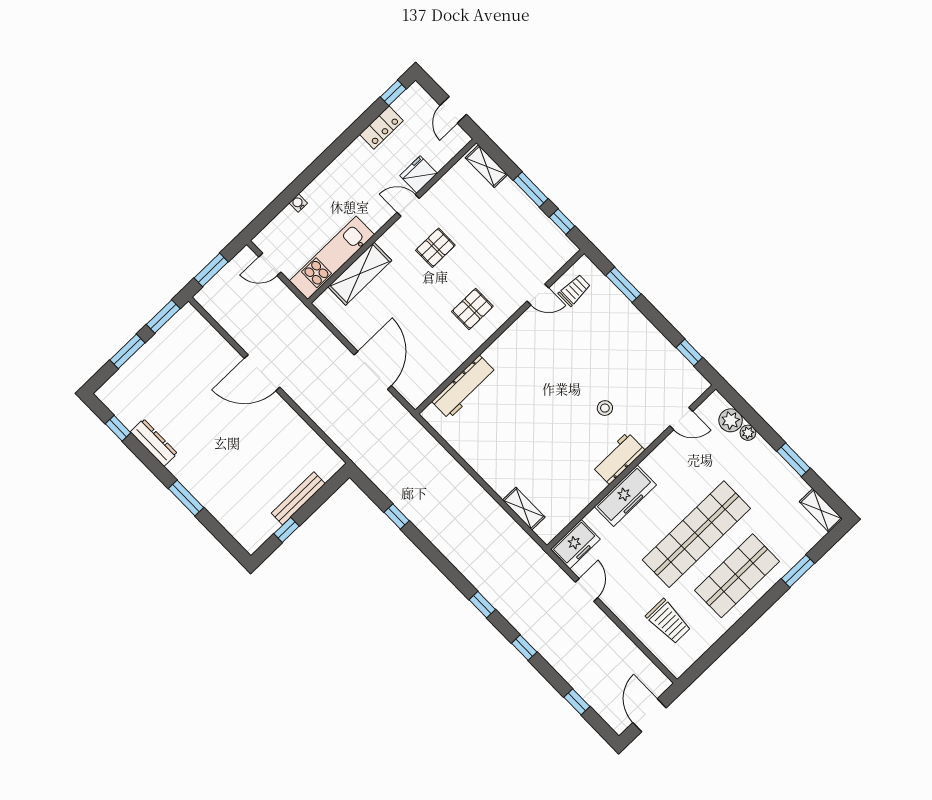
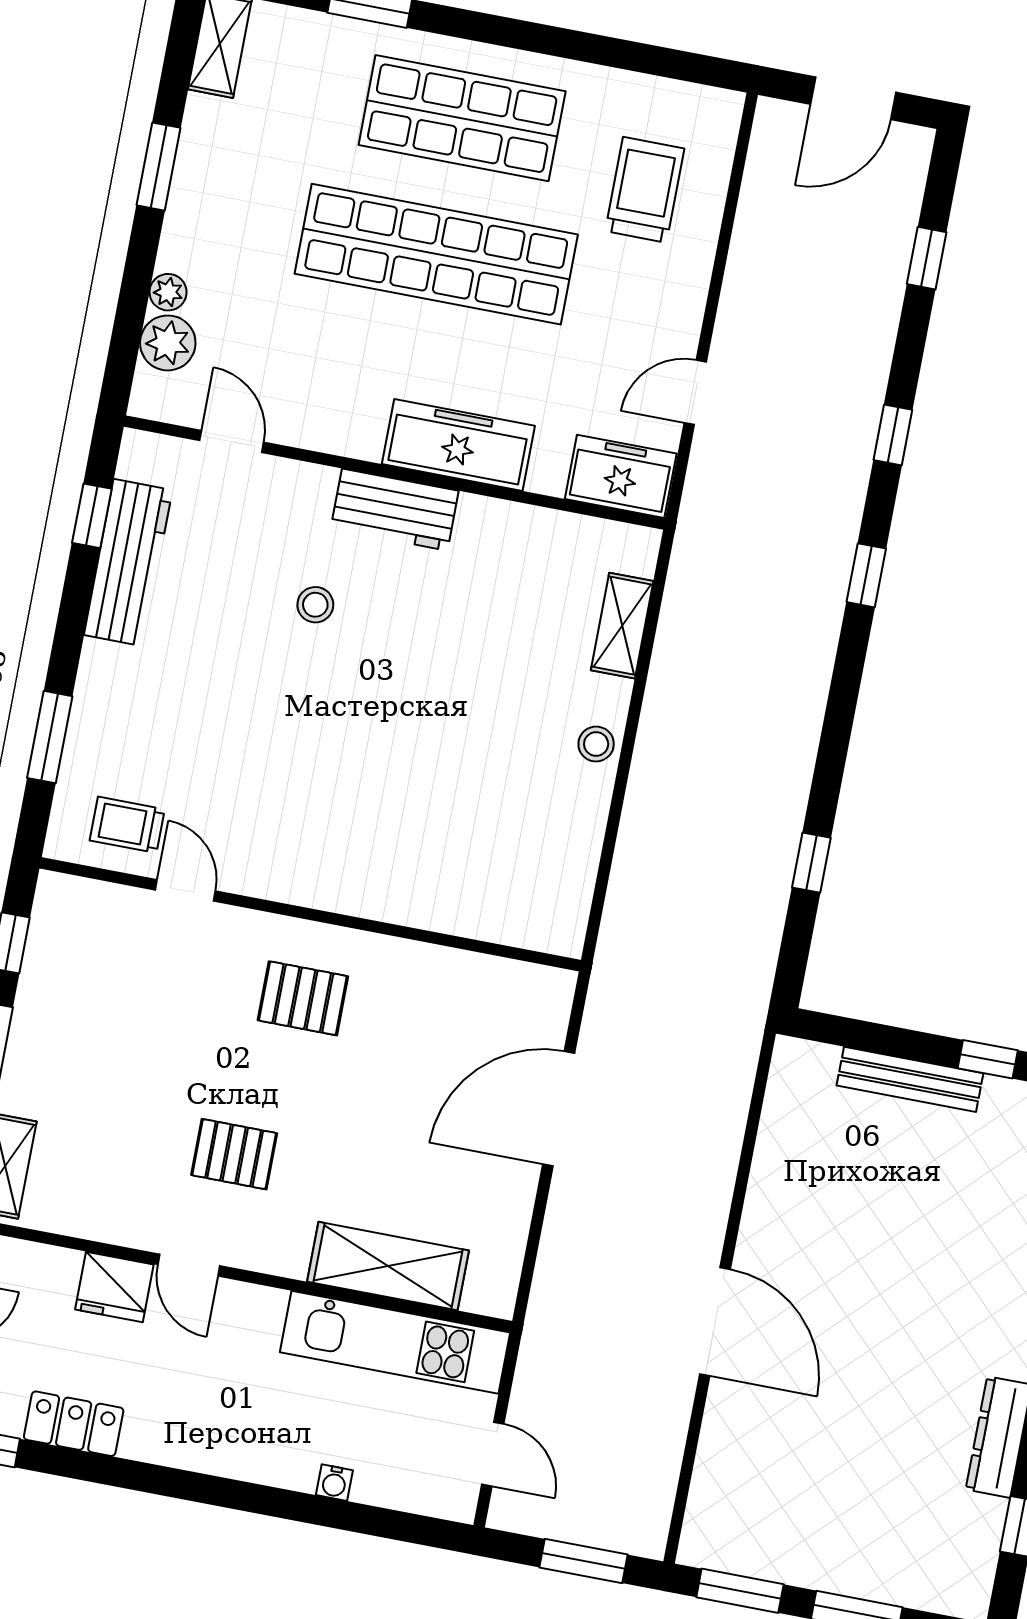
workbench: (464, 387) -> (128, 563), moved, turned 90
stool: (489, 471) -> (596, 744), added

